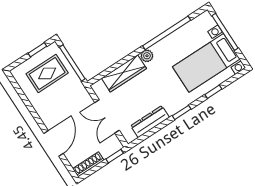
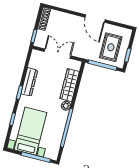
dresser: (150, 122) -> (29, 82), moved
door: (54, 143) -> (95, 18), moved

